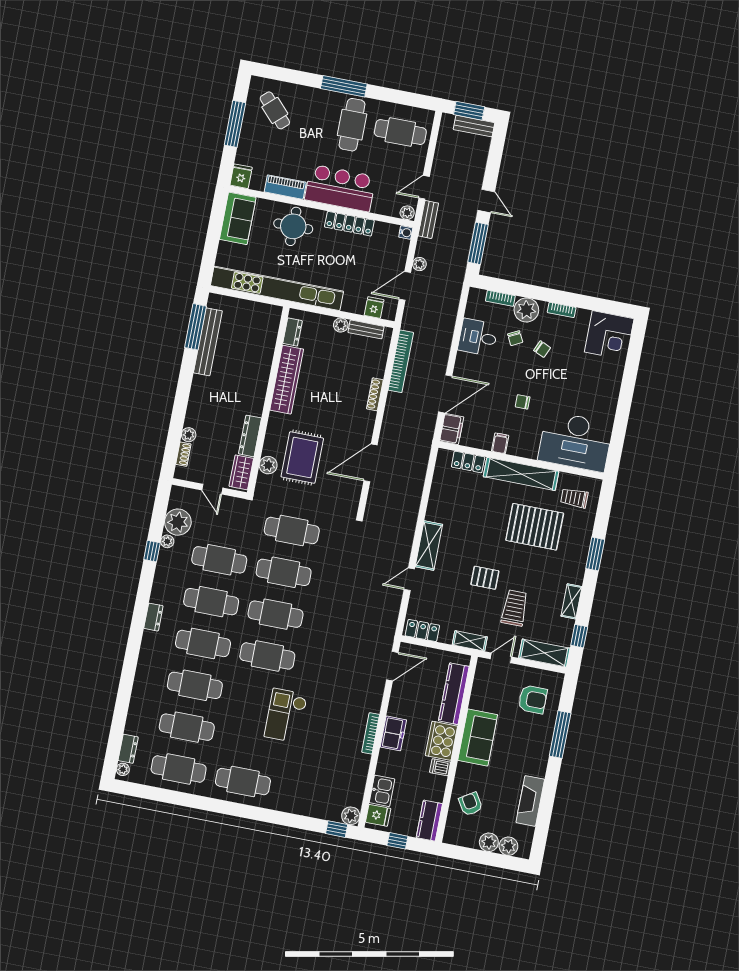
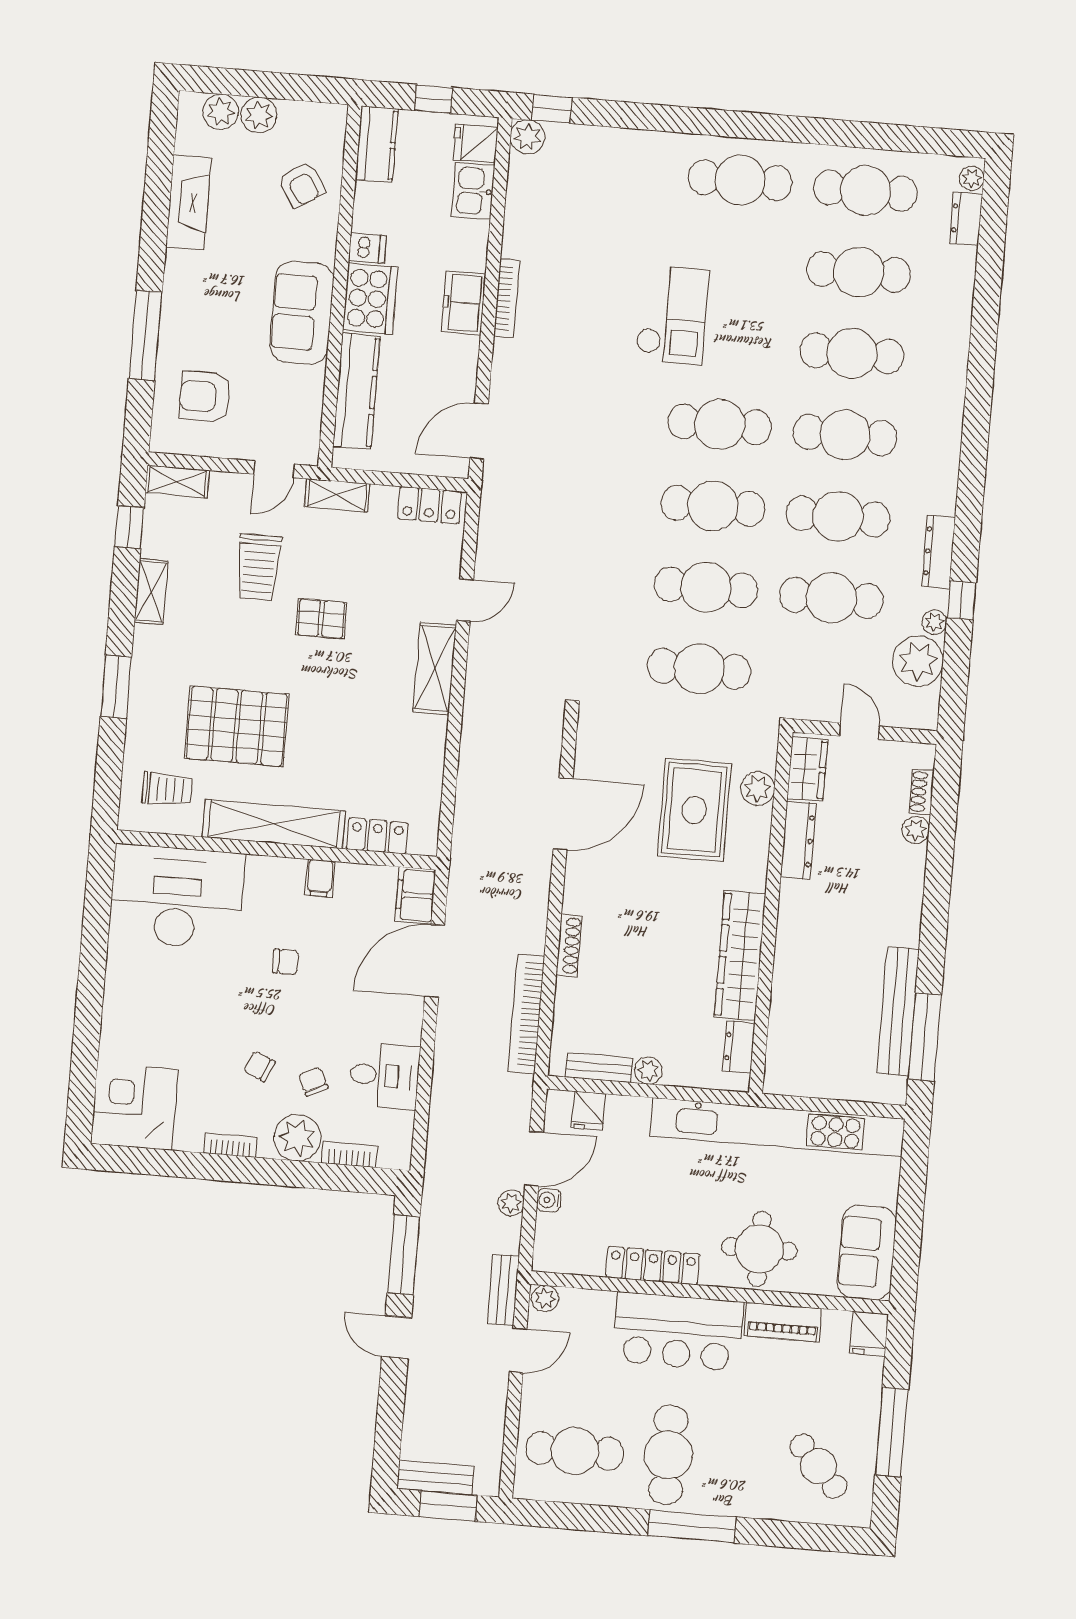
water cooler: (406, 232) -> (549, 1200), moved
dresser: (153, 617) -> (939, 552), moved, width x1.44
shelving: (544, 653) -> (177, 482), width x0.67, depth x0.75

